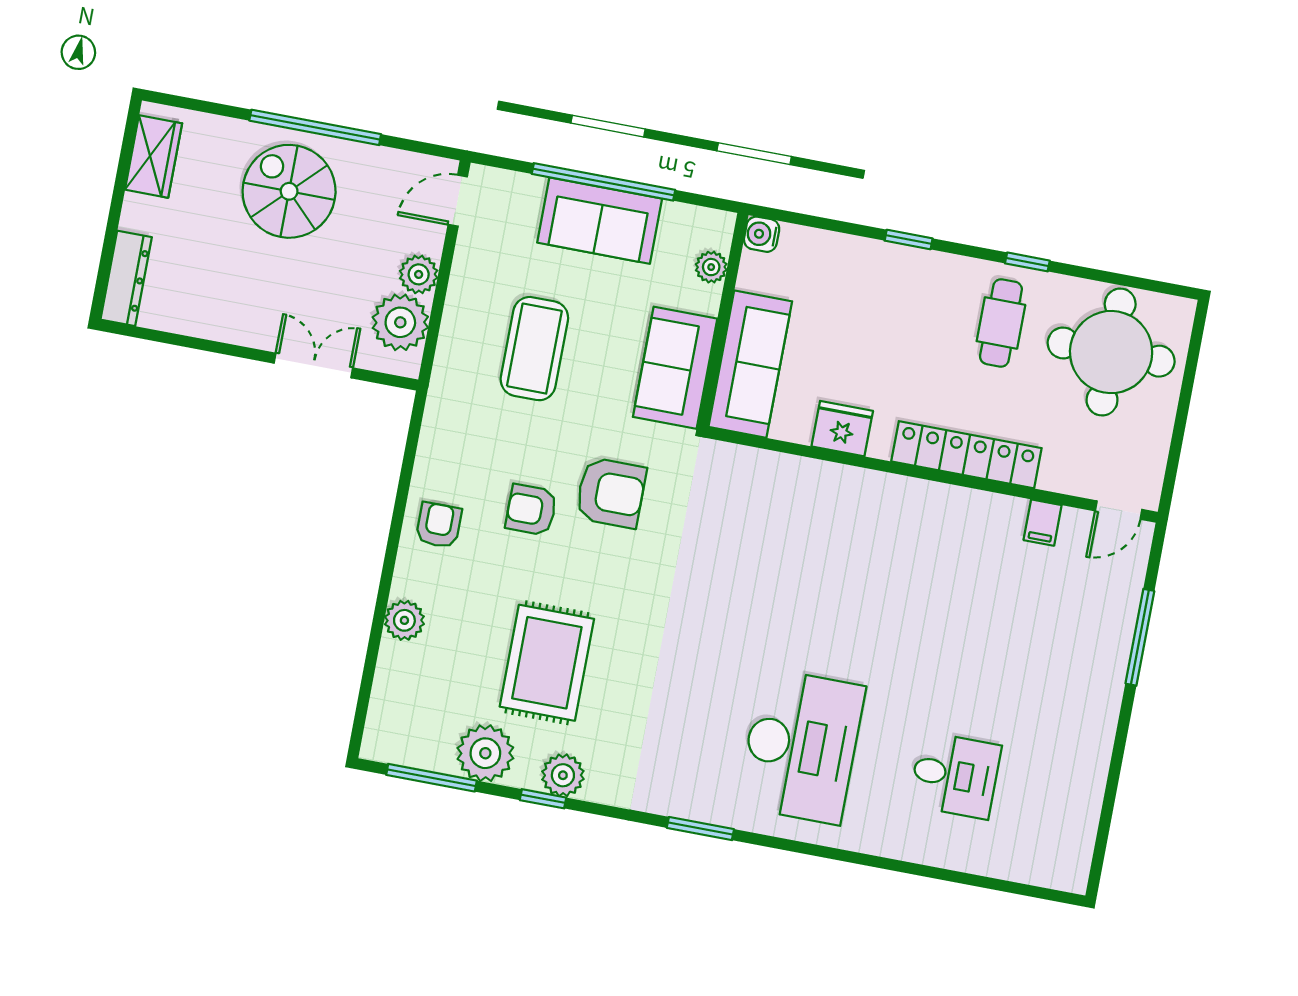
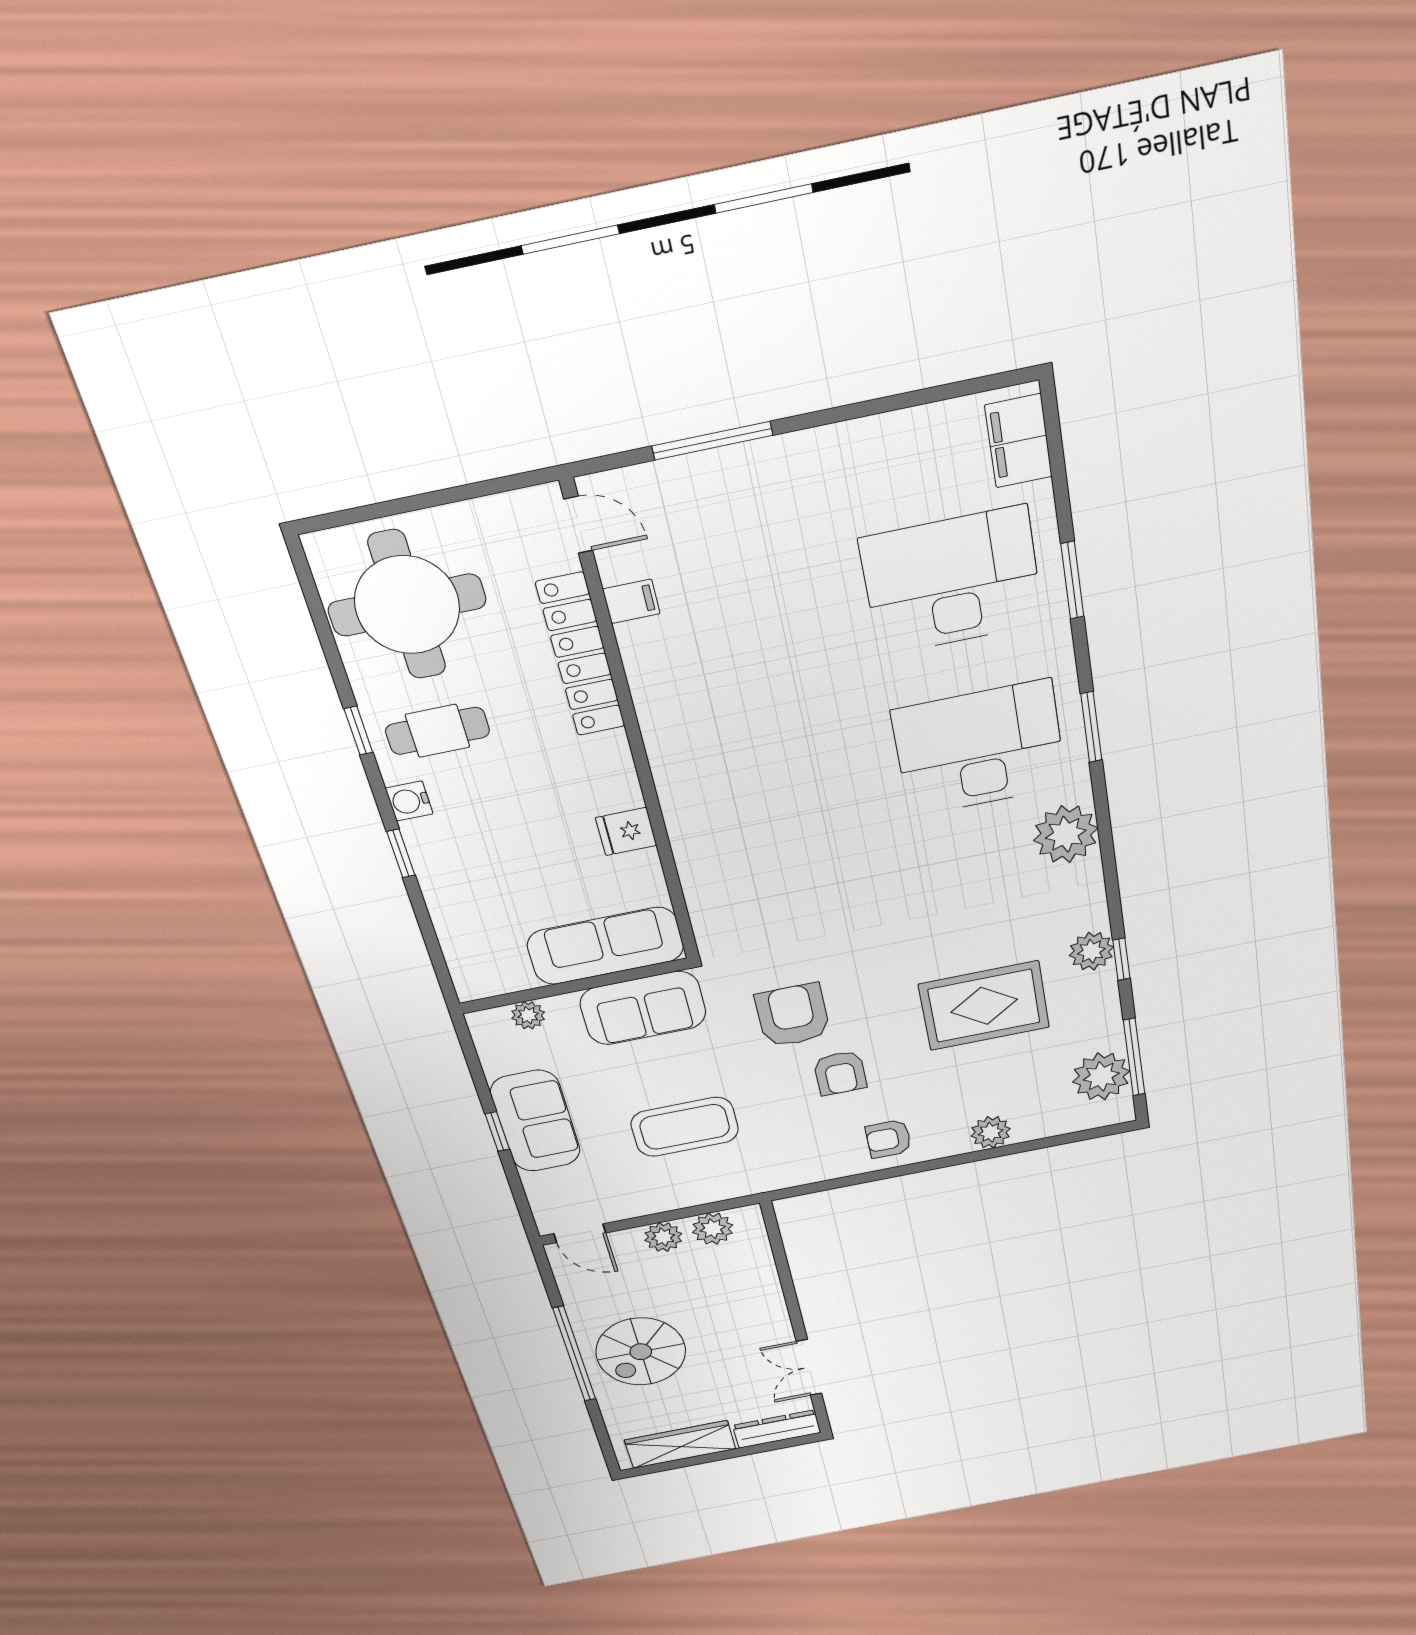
wardrobe: (154, 156) -> (680, 1444), width x1.50
window: (604, 182) -> (497, 1132), width x0.32
water cooler: (762, 234) -> (409, 801), moved, turned 90
plant: (400, 322) -> (713, 1229), width x0.73, depth x0.73
double door: (313, 366) -> (809, 1367), moved
fridge: (842, 429) -> (626, 832), width x0.72
locker: (966, 455) -> (581, 655), moved
plant: (485, 753) -> (1101, 1076), moved
desk: (955, 775) -> (952, 581), width x1.87, depth x1.30
plant: (690, 791) -> (1066, 834), added
window: (700, 829) -> (1091, 727), moved
filing cabinet: (1045, 865) -> (1018, 441), added
window: (916, 869) -> (1072, 580), added

